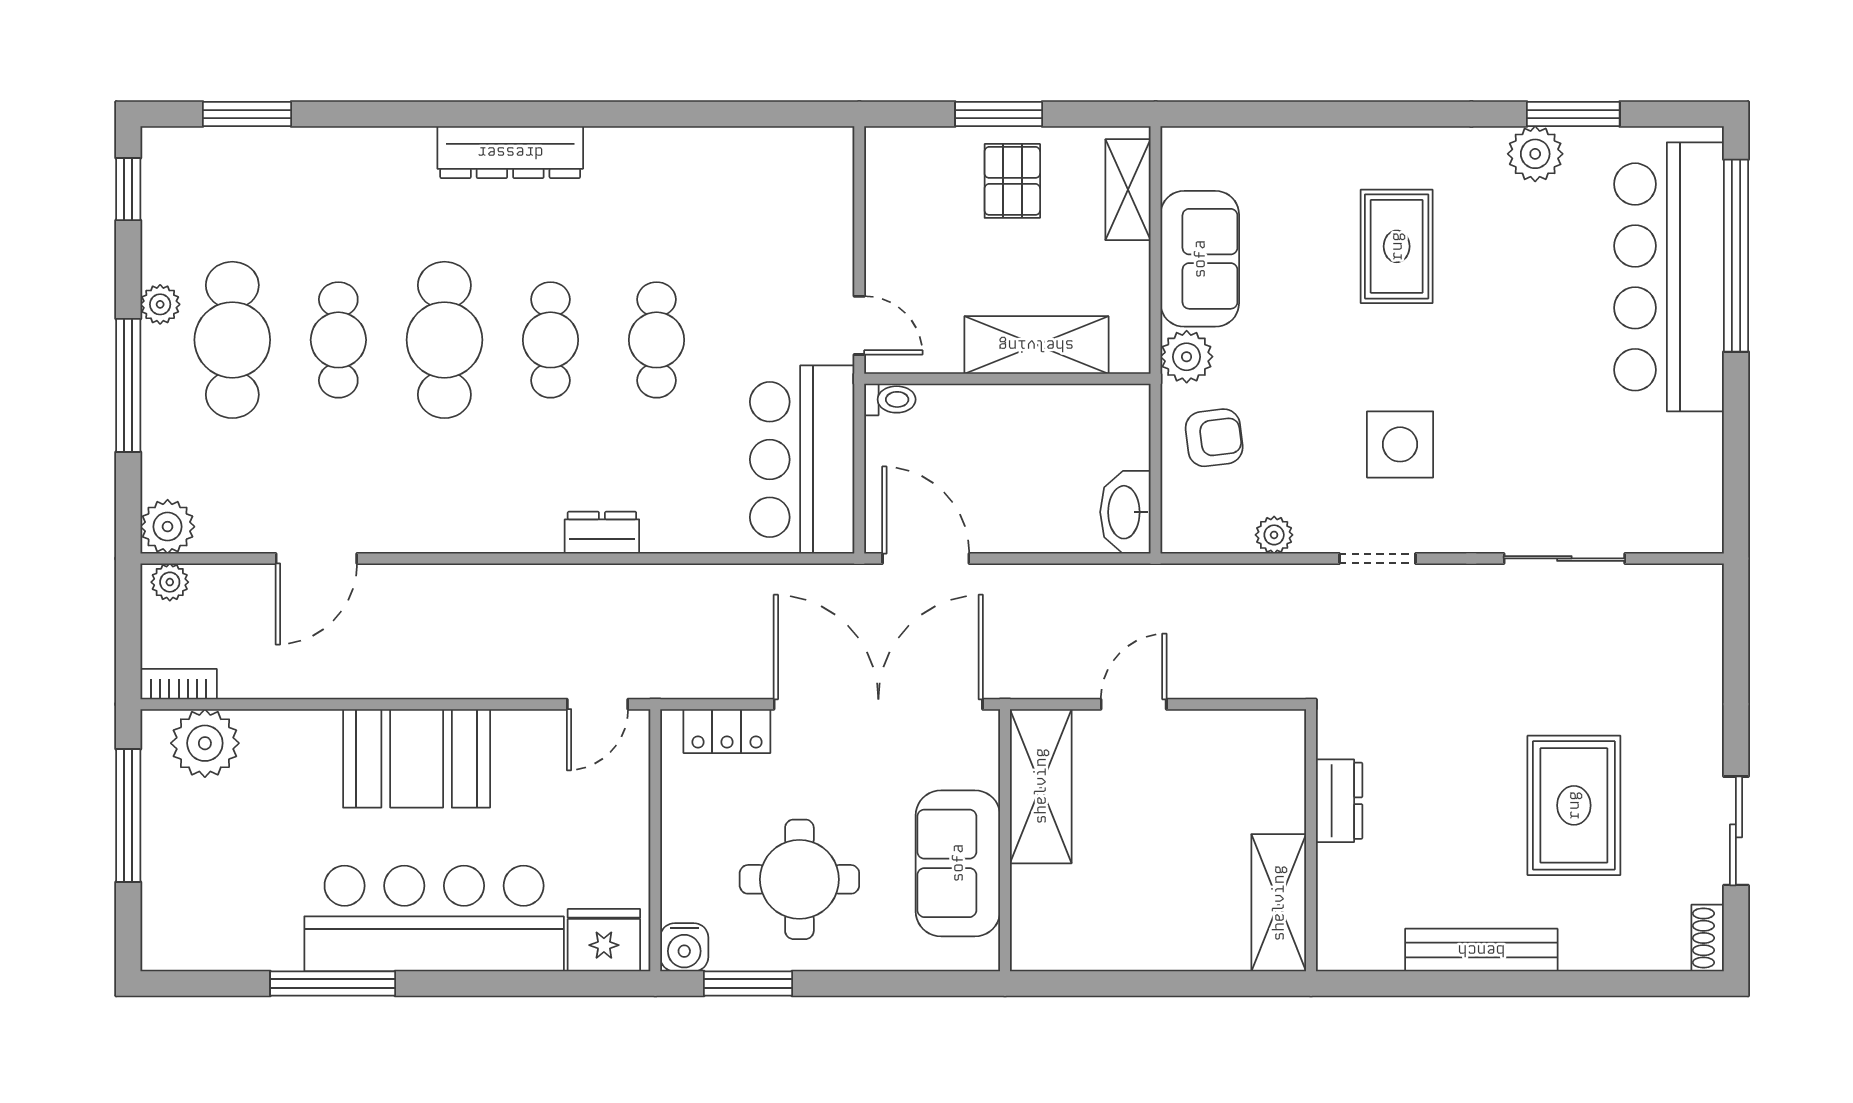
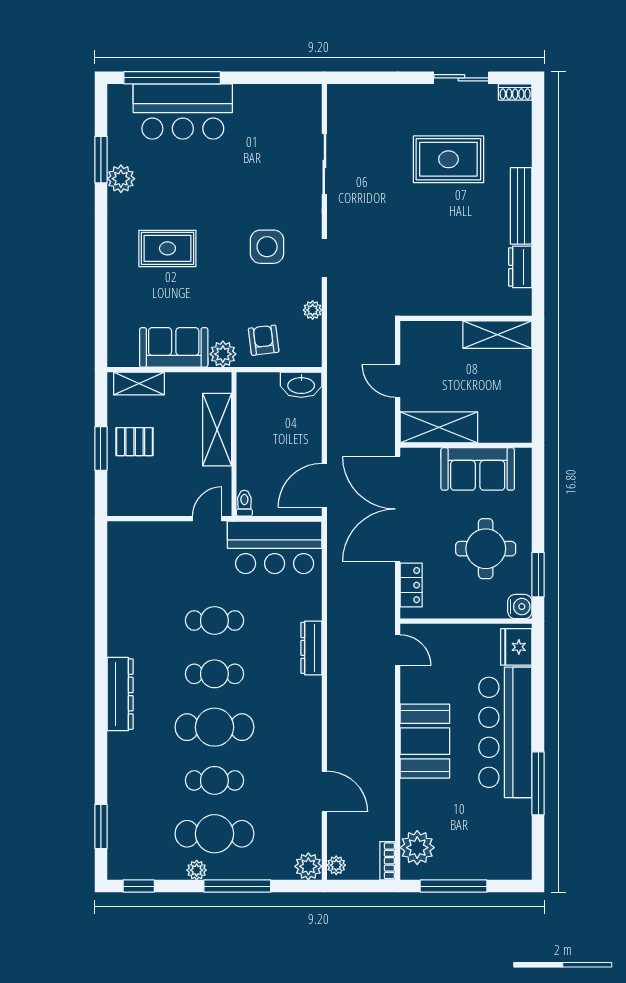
bar counter: (1669, 277) -> (183, 111), width x0.73
dresser: (602, 533) -> (311, 648), width x1.44
dresser: (1339, 801) -> (520, 267), moved, turned -90
wall: (1311, 840) -> (466, 318), moved
shelving: (1279, 903) -> (497, 335), moved

